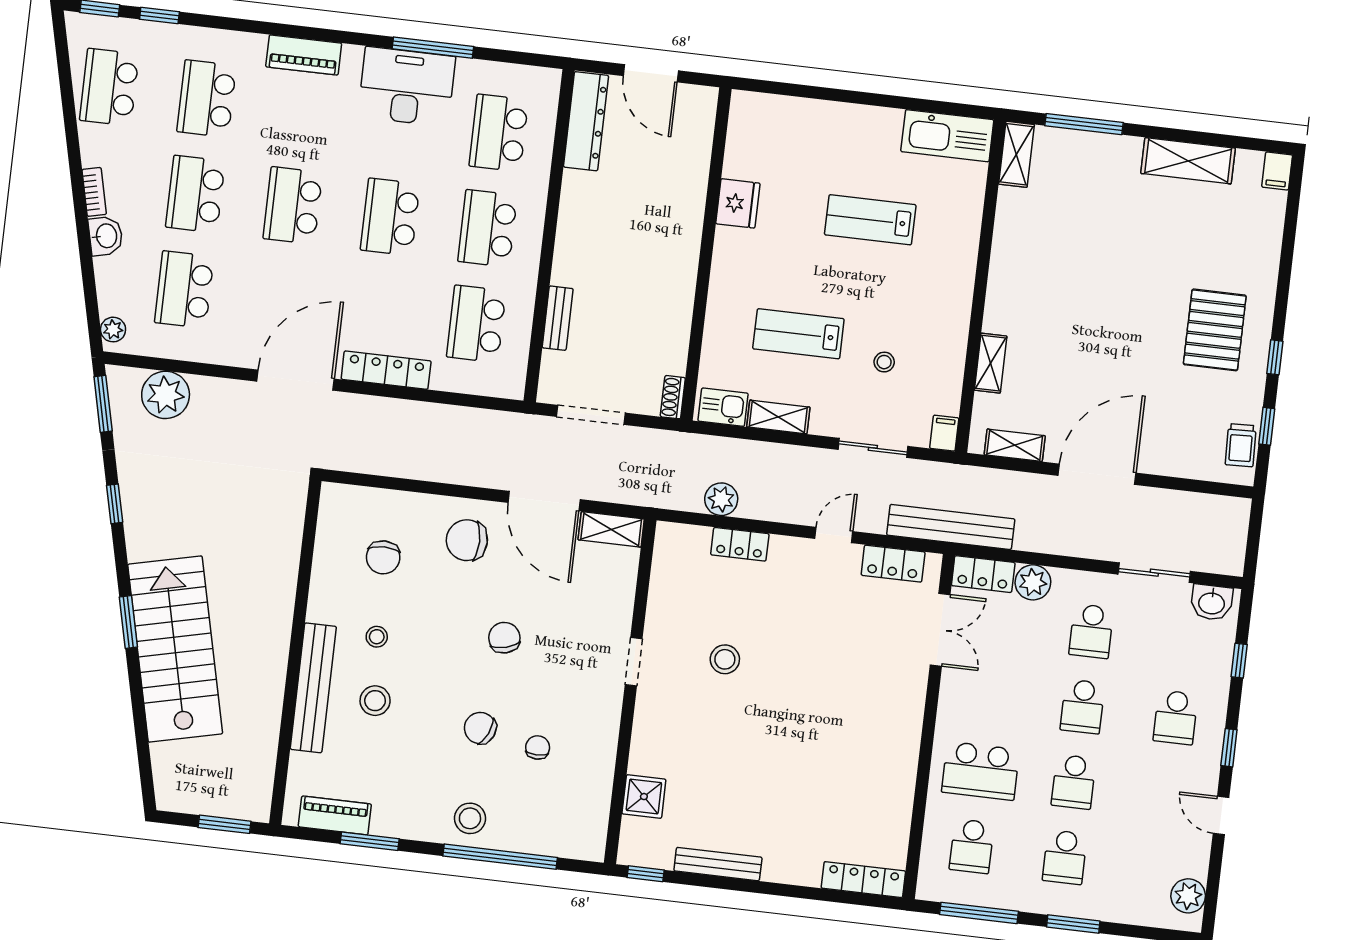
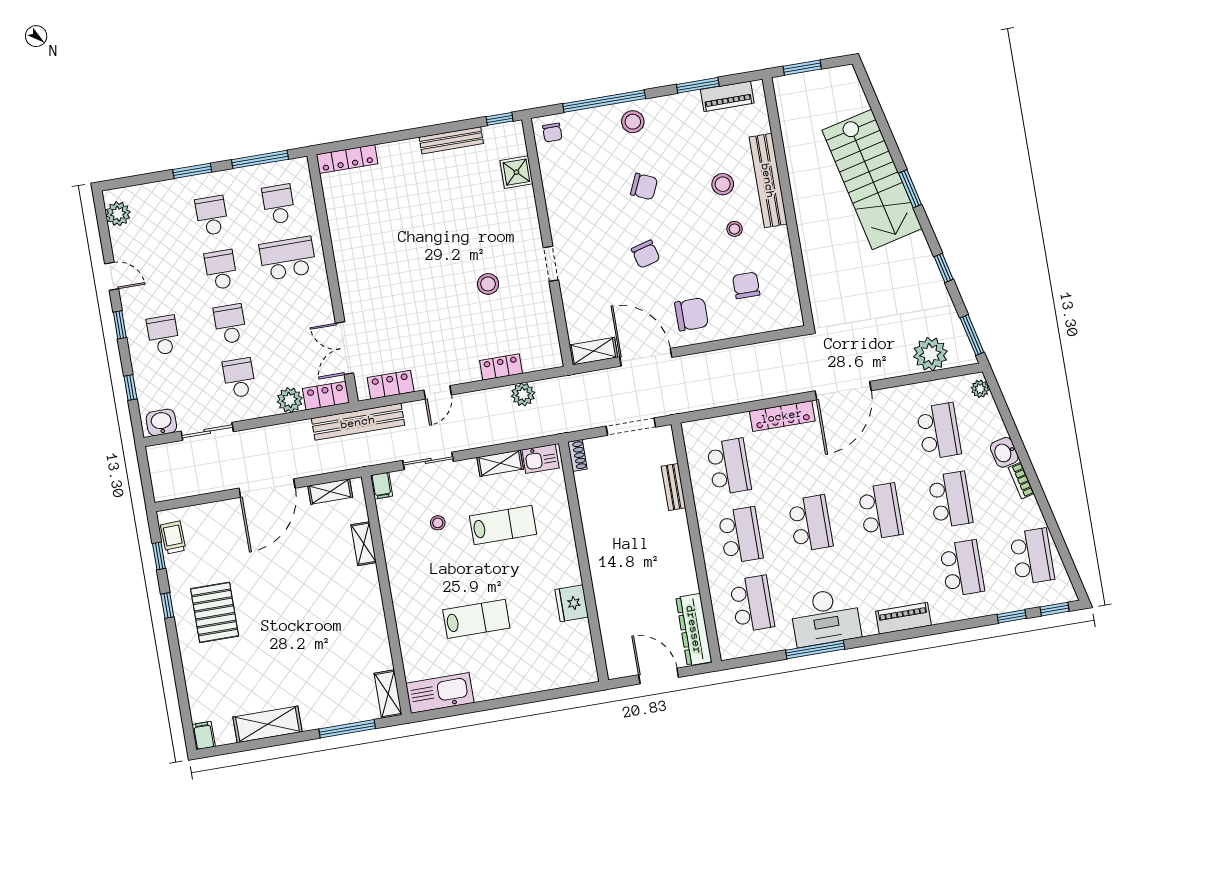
chair: (538, 747) -> (552, 133), moved

